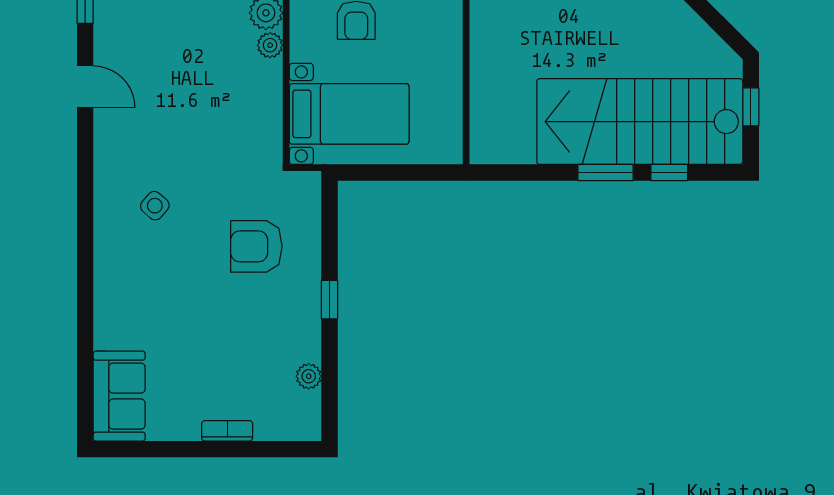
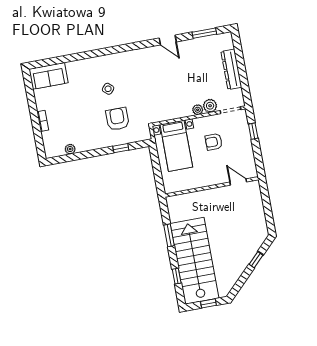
door: (85, 87) -> (168, 40), hinge flipped
window: (606, 173) -> (169, 235), moved
side table: (155, 206) -> (108, 89), moved
window: (330, 300) -> (121, 148), moved

